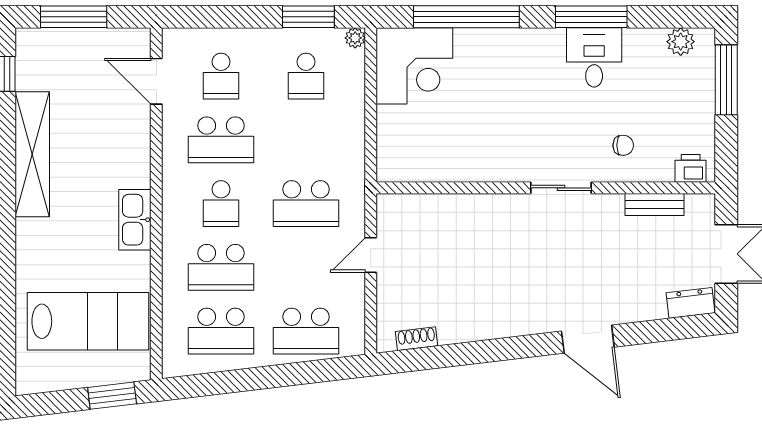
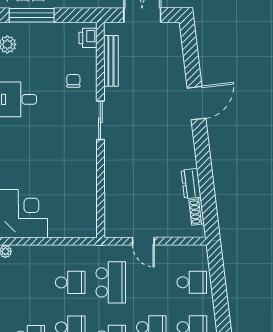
school desk: (306, 76) -> (70, 282), moved
bench: (654, 205) -> (111, 61), width x1.36
dresser: (690, 303) -> (191, 184), moved
school desk: (306, 331) -> (192, 282), width x0.54

